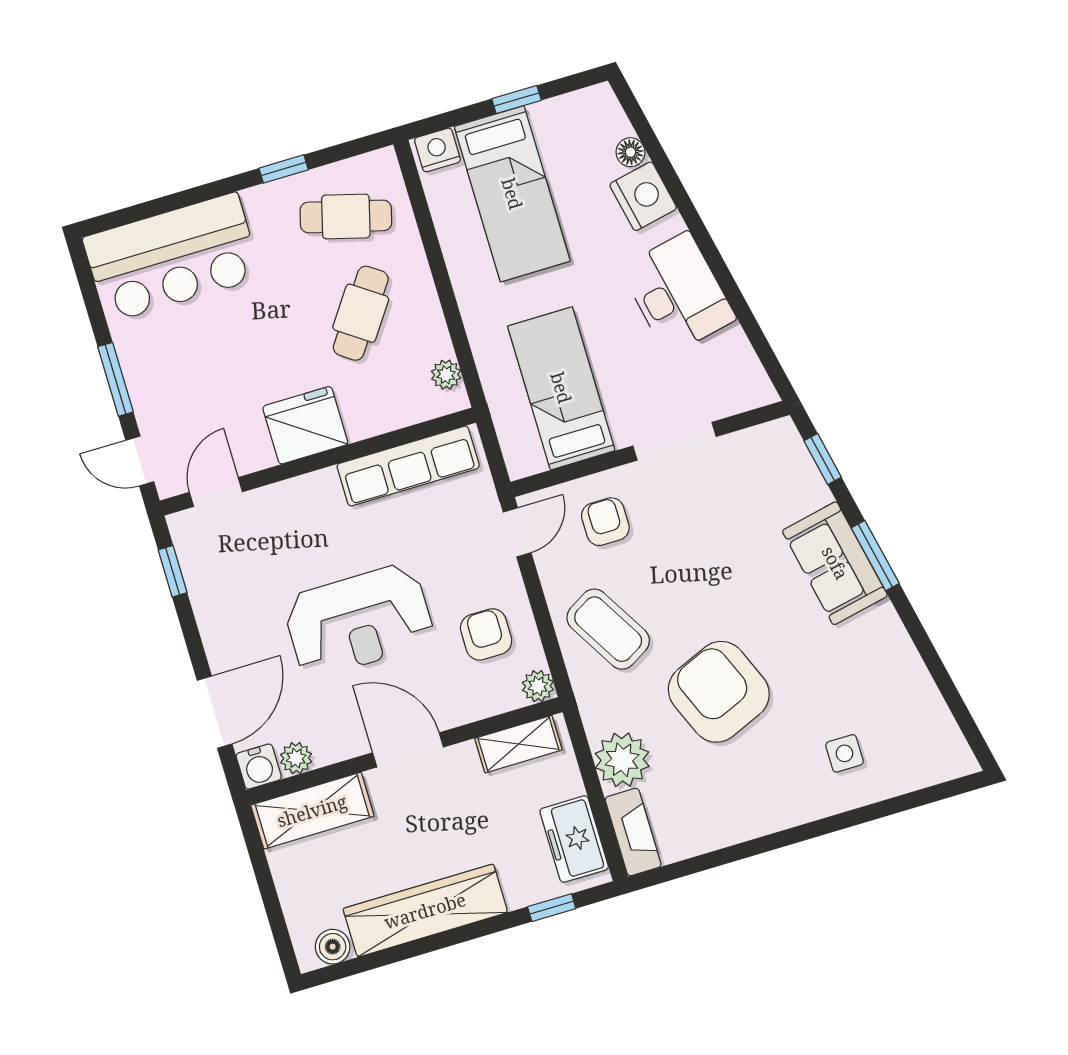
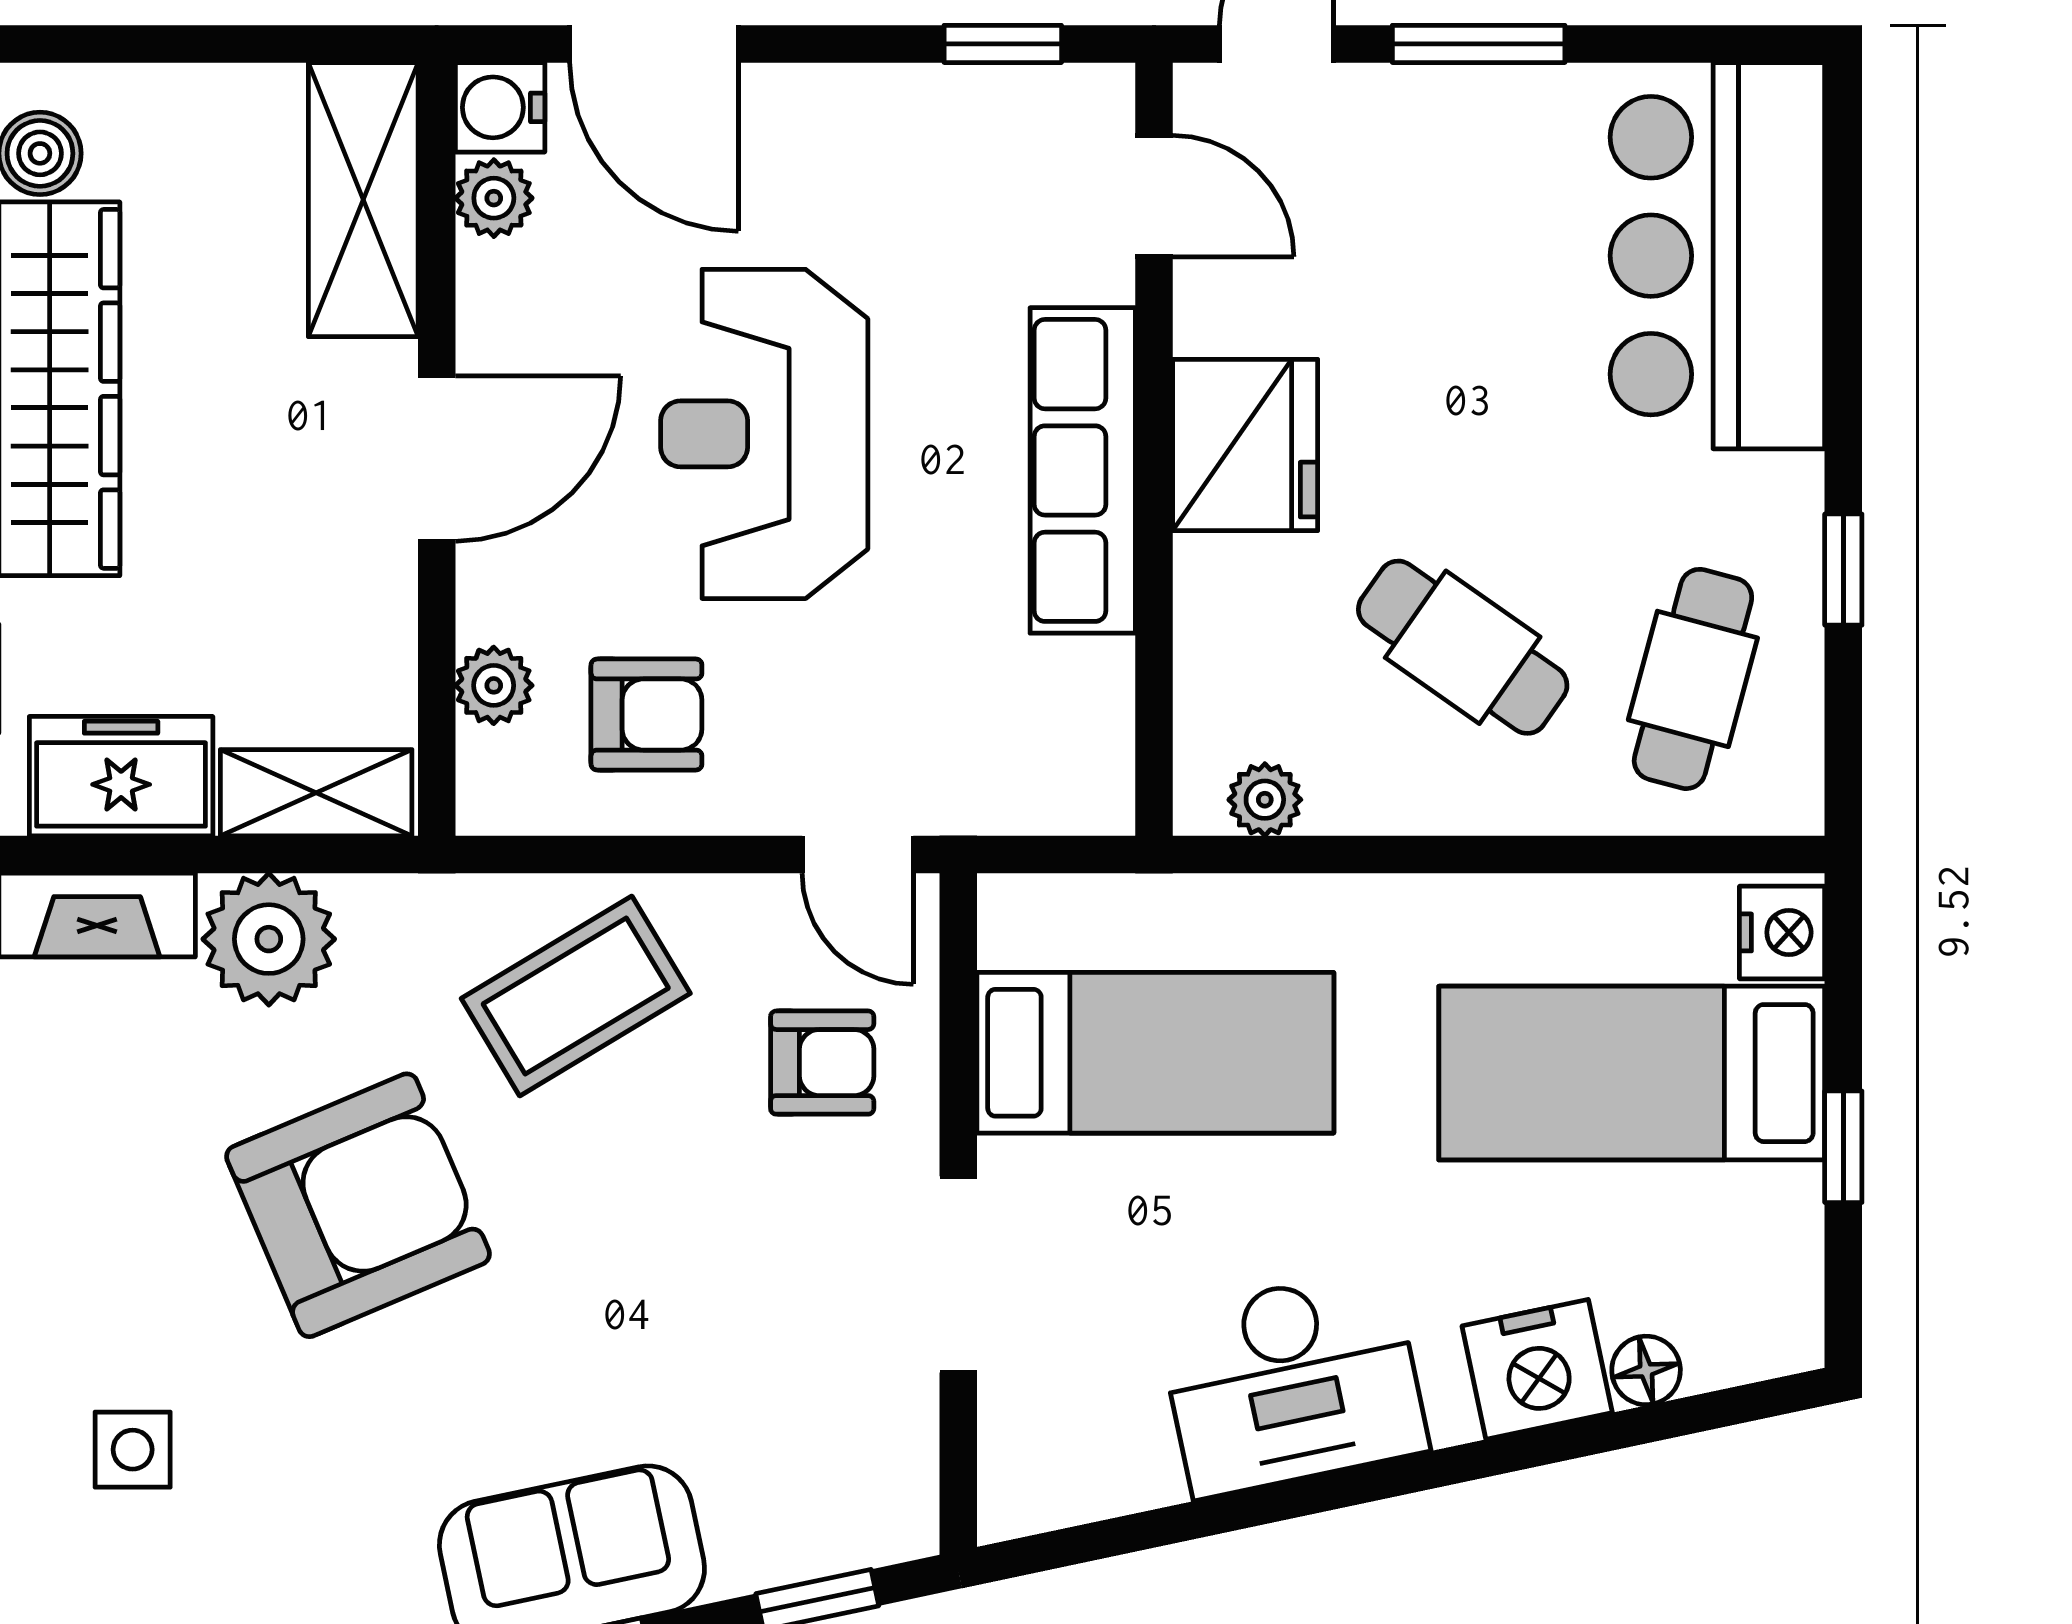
row of seats: (408, 466) -> (1083, 470), moved
plant: (538, 686) -> (494, 685), moved
shelving: (518, 744) -> (316, 793), moved, turned 90

